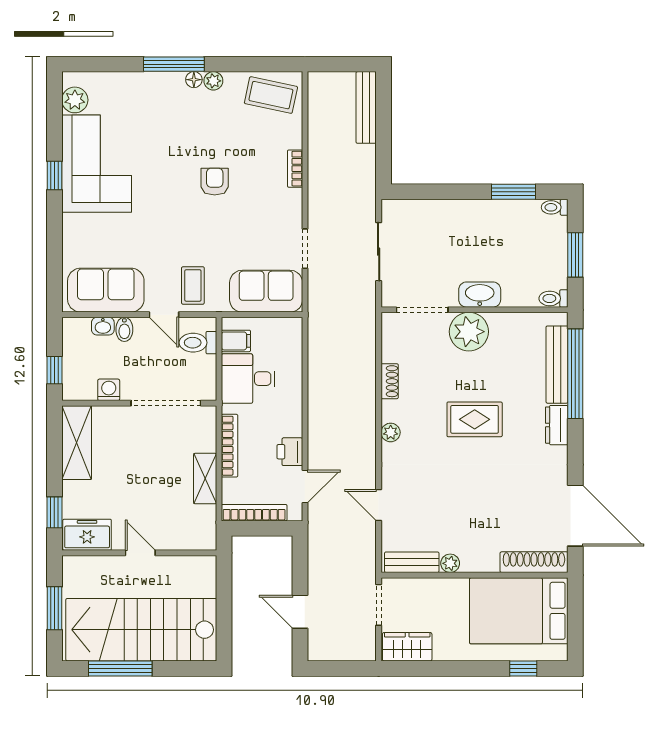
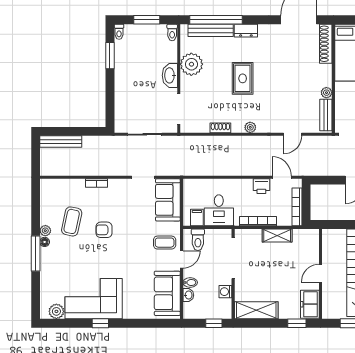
coffee table: (271, 95) -> (72, 221), moved
plant: (469, 332) -> (191, 64), moved

